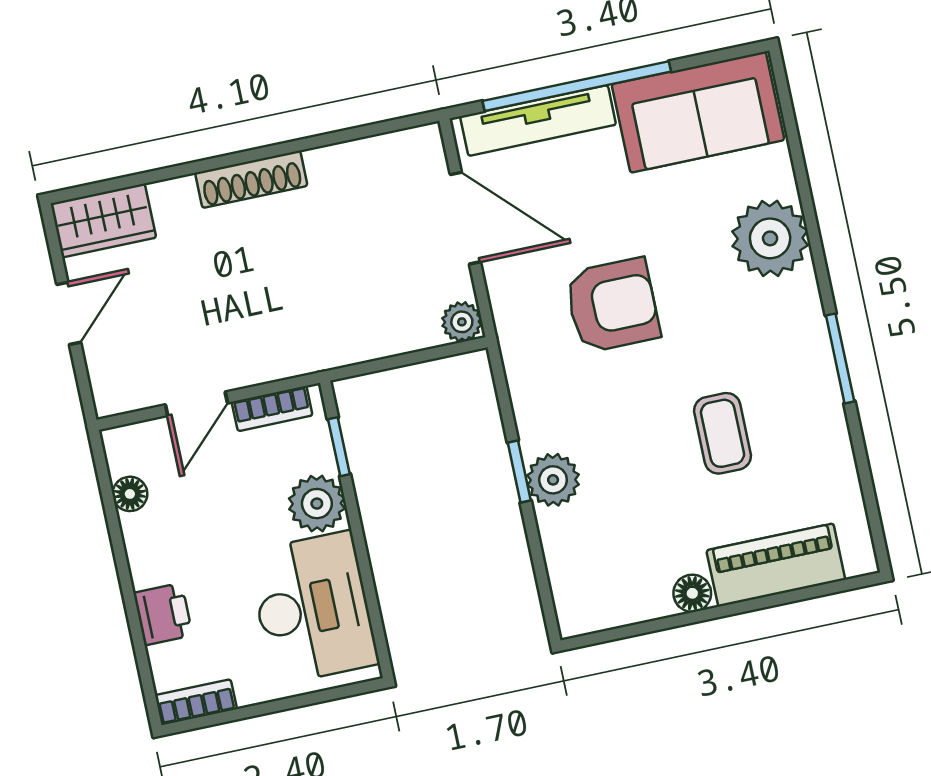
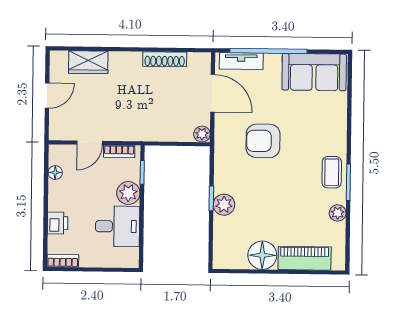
tv unit: (538, 121) -> (241, 61), width x0.71
shoe rack: (251, 179) -> (165, 59), moved
wardrobe: (103, 221) -> (88, 62), moved
plant: (770, 238) -> (338, 213), moved, width x0.53, depth x0.53
armchair: (612, 305) -> (263, 141), turned 180
coffee table: (723, 433) -> (332, 172), moved
floor lamp: (692, 593) -> (262, 255), width x1.89, depth x1.89
desk: (313, 608) -> (118, 226), width x0.73

